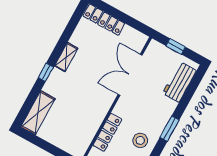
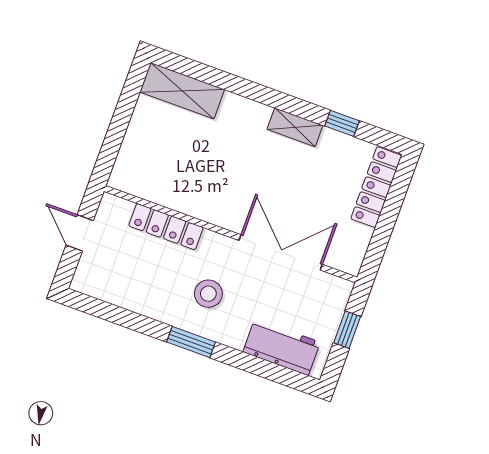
window: (46, 72) -> (342, 123), moved
stool: (140, 140) -> (208, 294), moved

